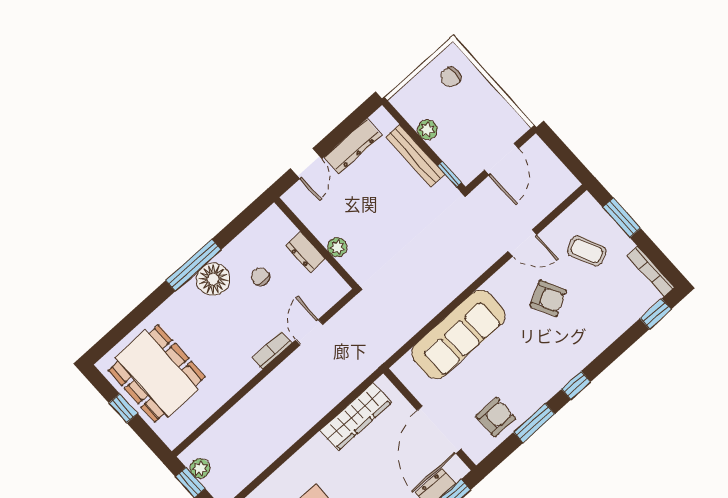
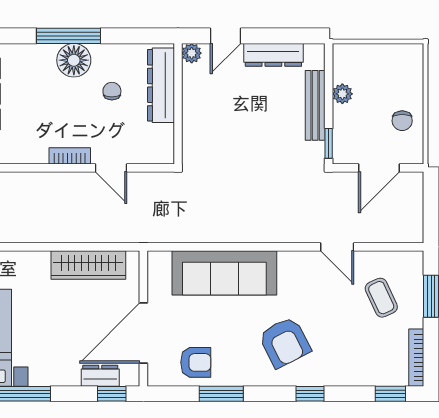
chair: (451, 77) -> (402, 121), moved, turned -90
plant: (337, 247) -> (192, 53), moved
dresser: (305, 252) -> (161, 85), width x1.96, depth x1.24
armchair: (548, 298) -> (285, 342), moved, width x1.38, depth x1.38
door: (309, 332) -> (111, 168), swing flipped
window: (576, 385) -> (310, 394), moved

